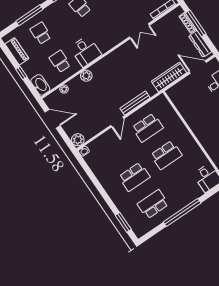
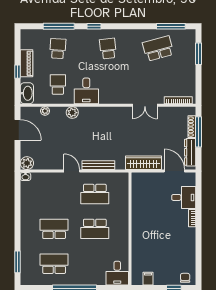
piano: (17, 51) -> (26, 63), moved
door: (117, 122) -> (72, 171), swing flipped
school desk: (134, 177) -> (54, 229), turned 180

